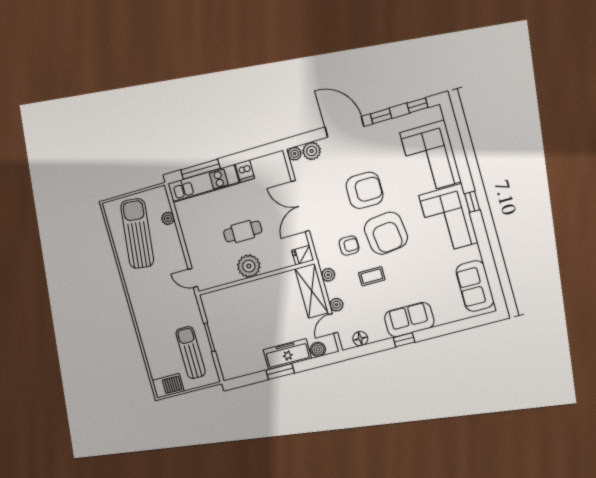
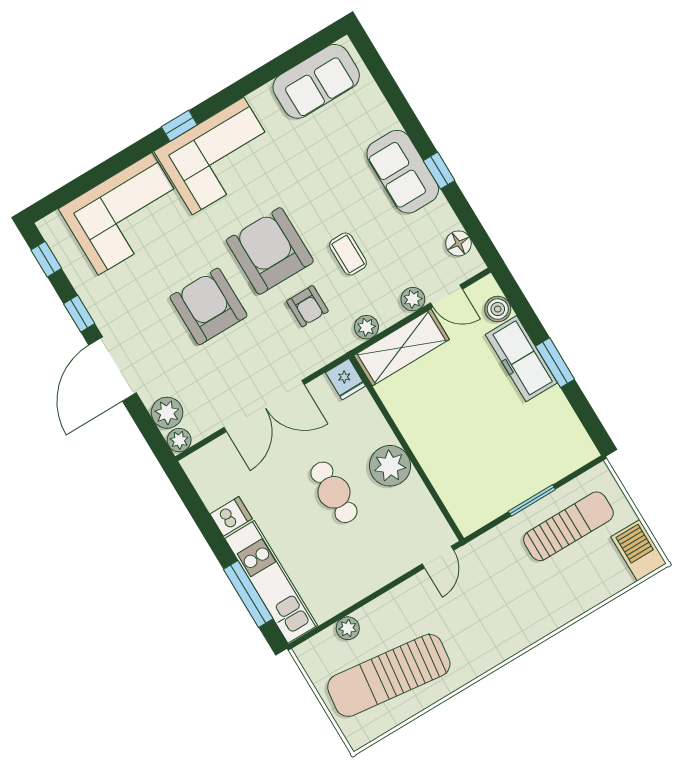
armchair: (386, 233) -> (270, 251), turned -83
armchair: (349, 246) -> (307, 306), turned 180
sun lounger: (191, 353) -> (568, 526), turned 180

